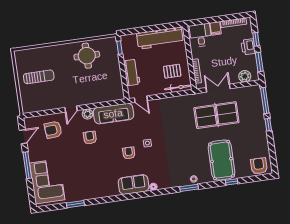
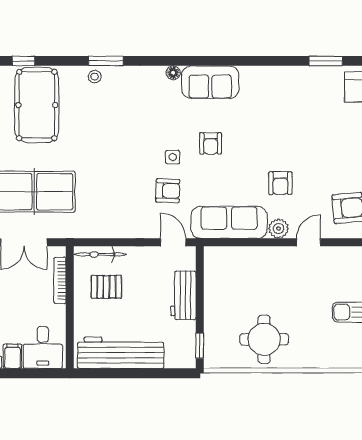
armchair: (147, 125) -> (168, 191), added

